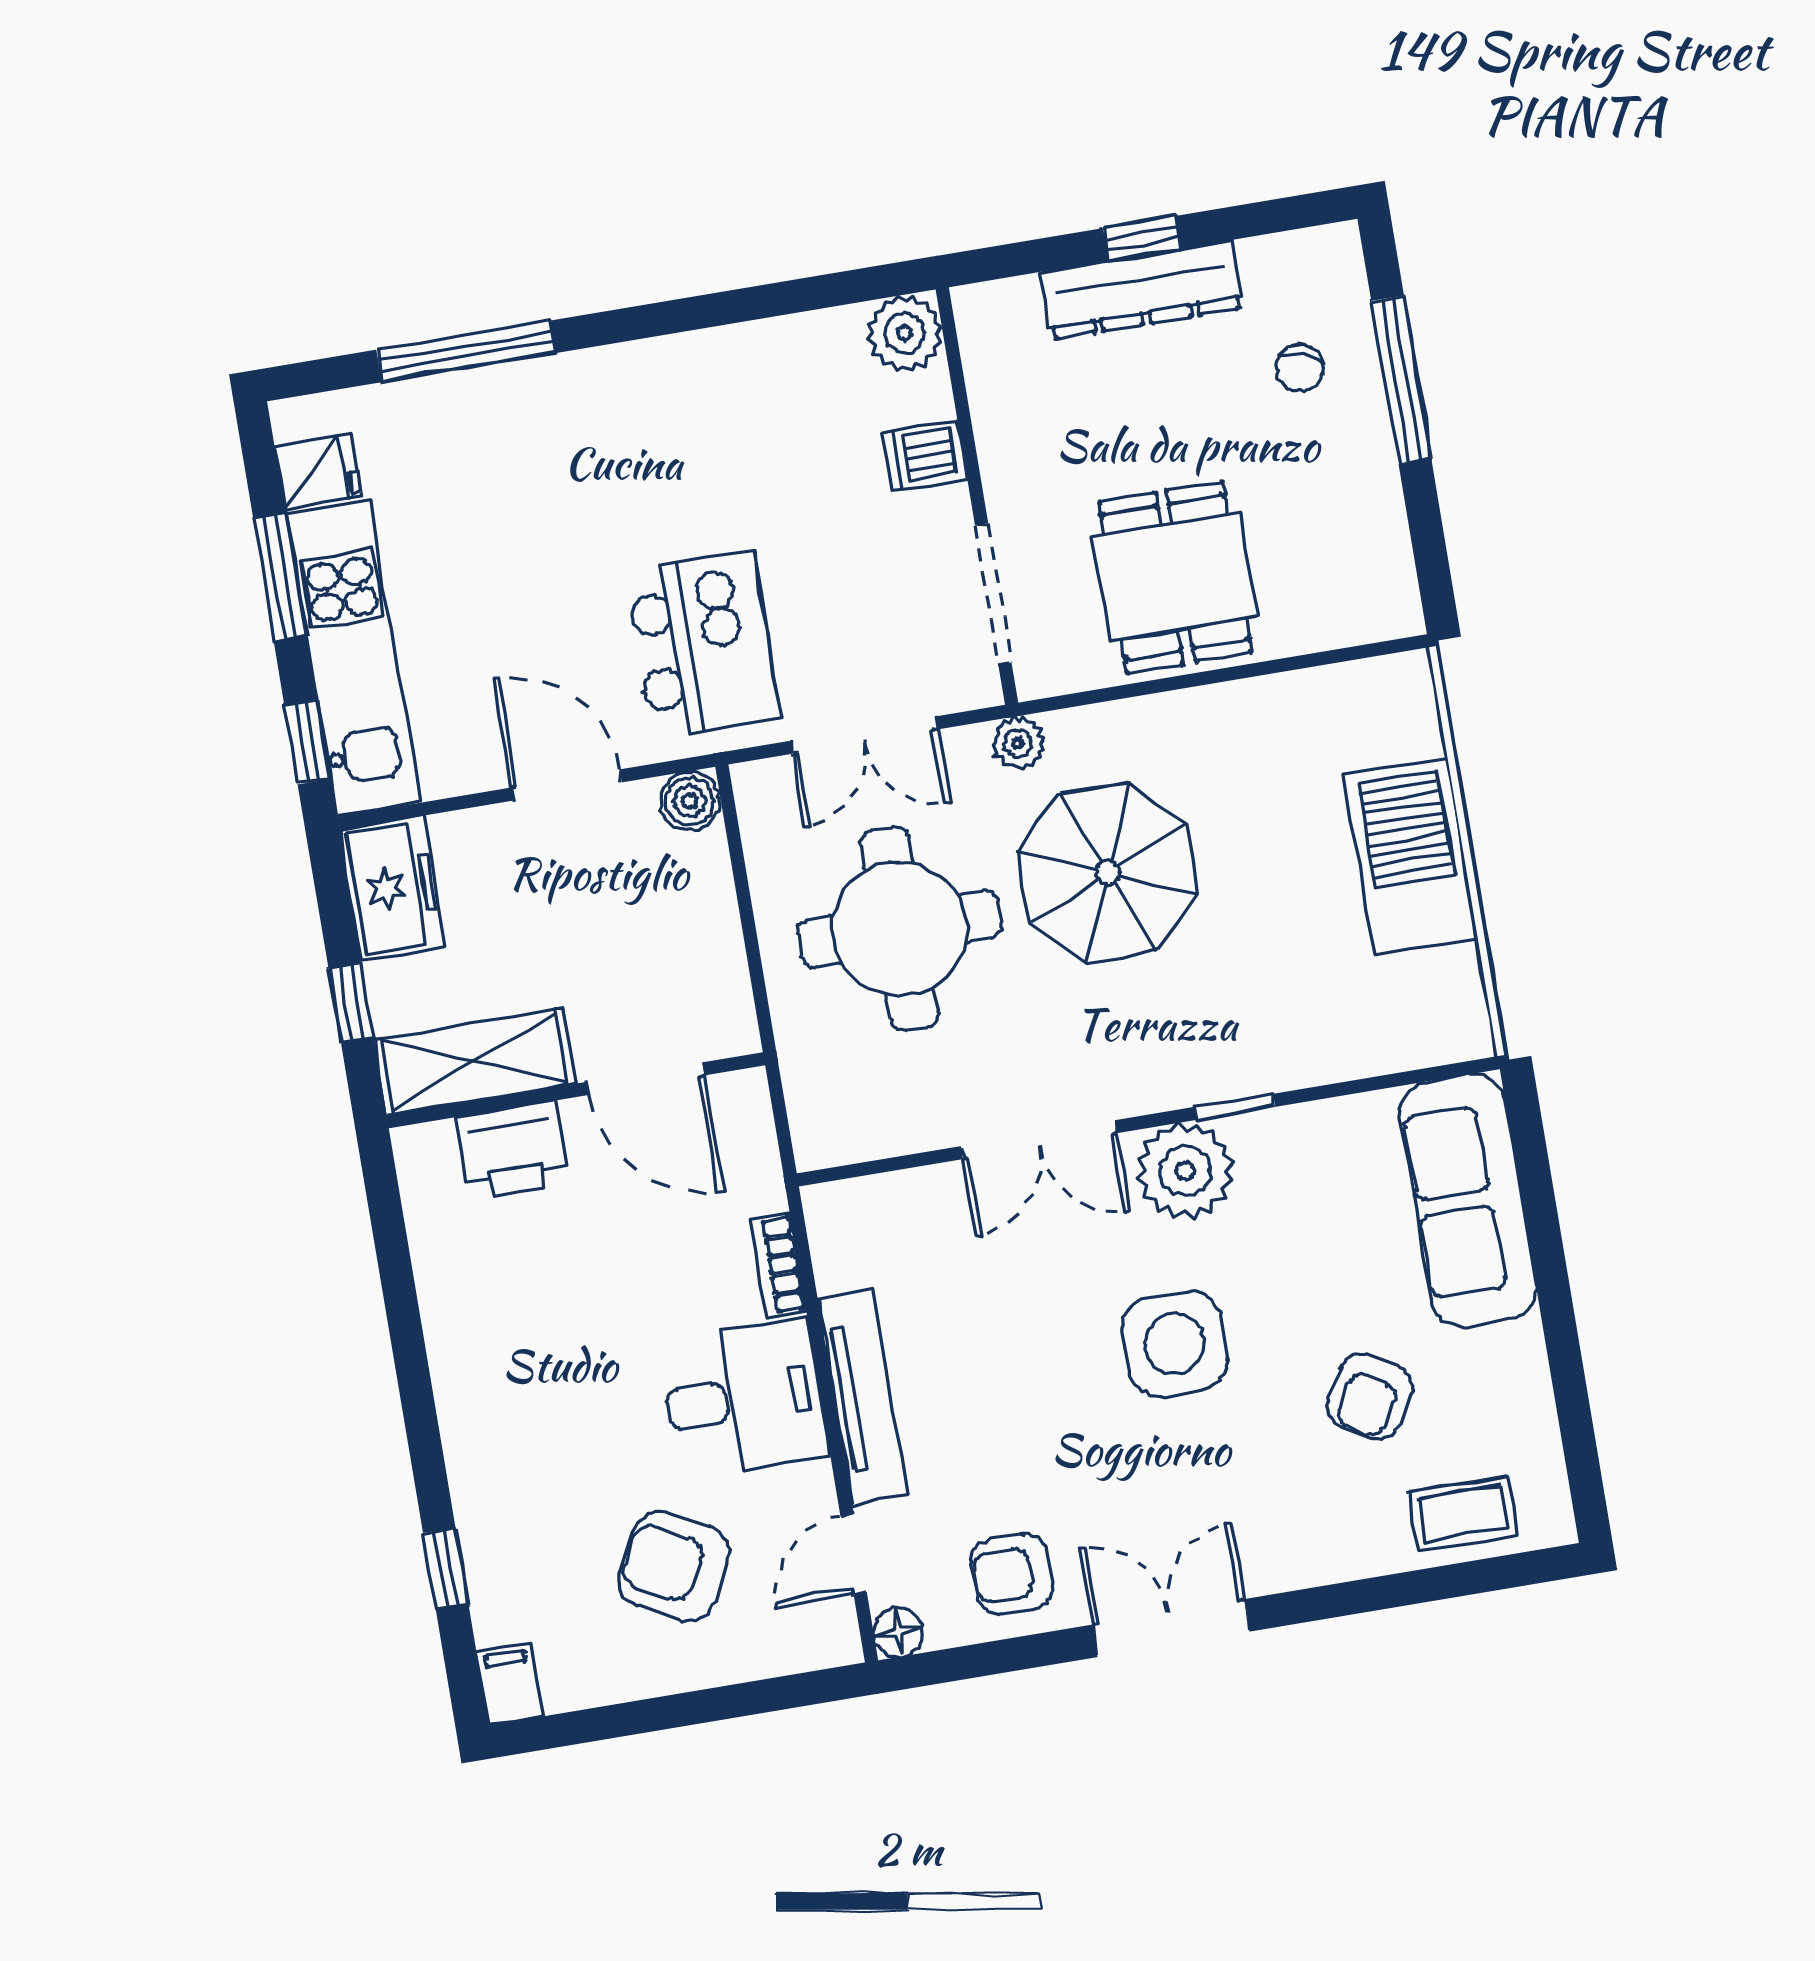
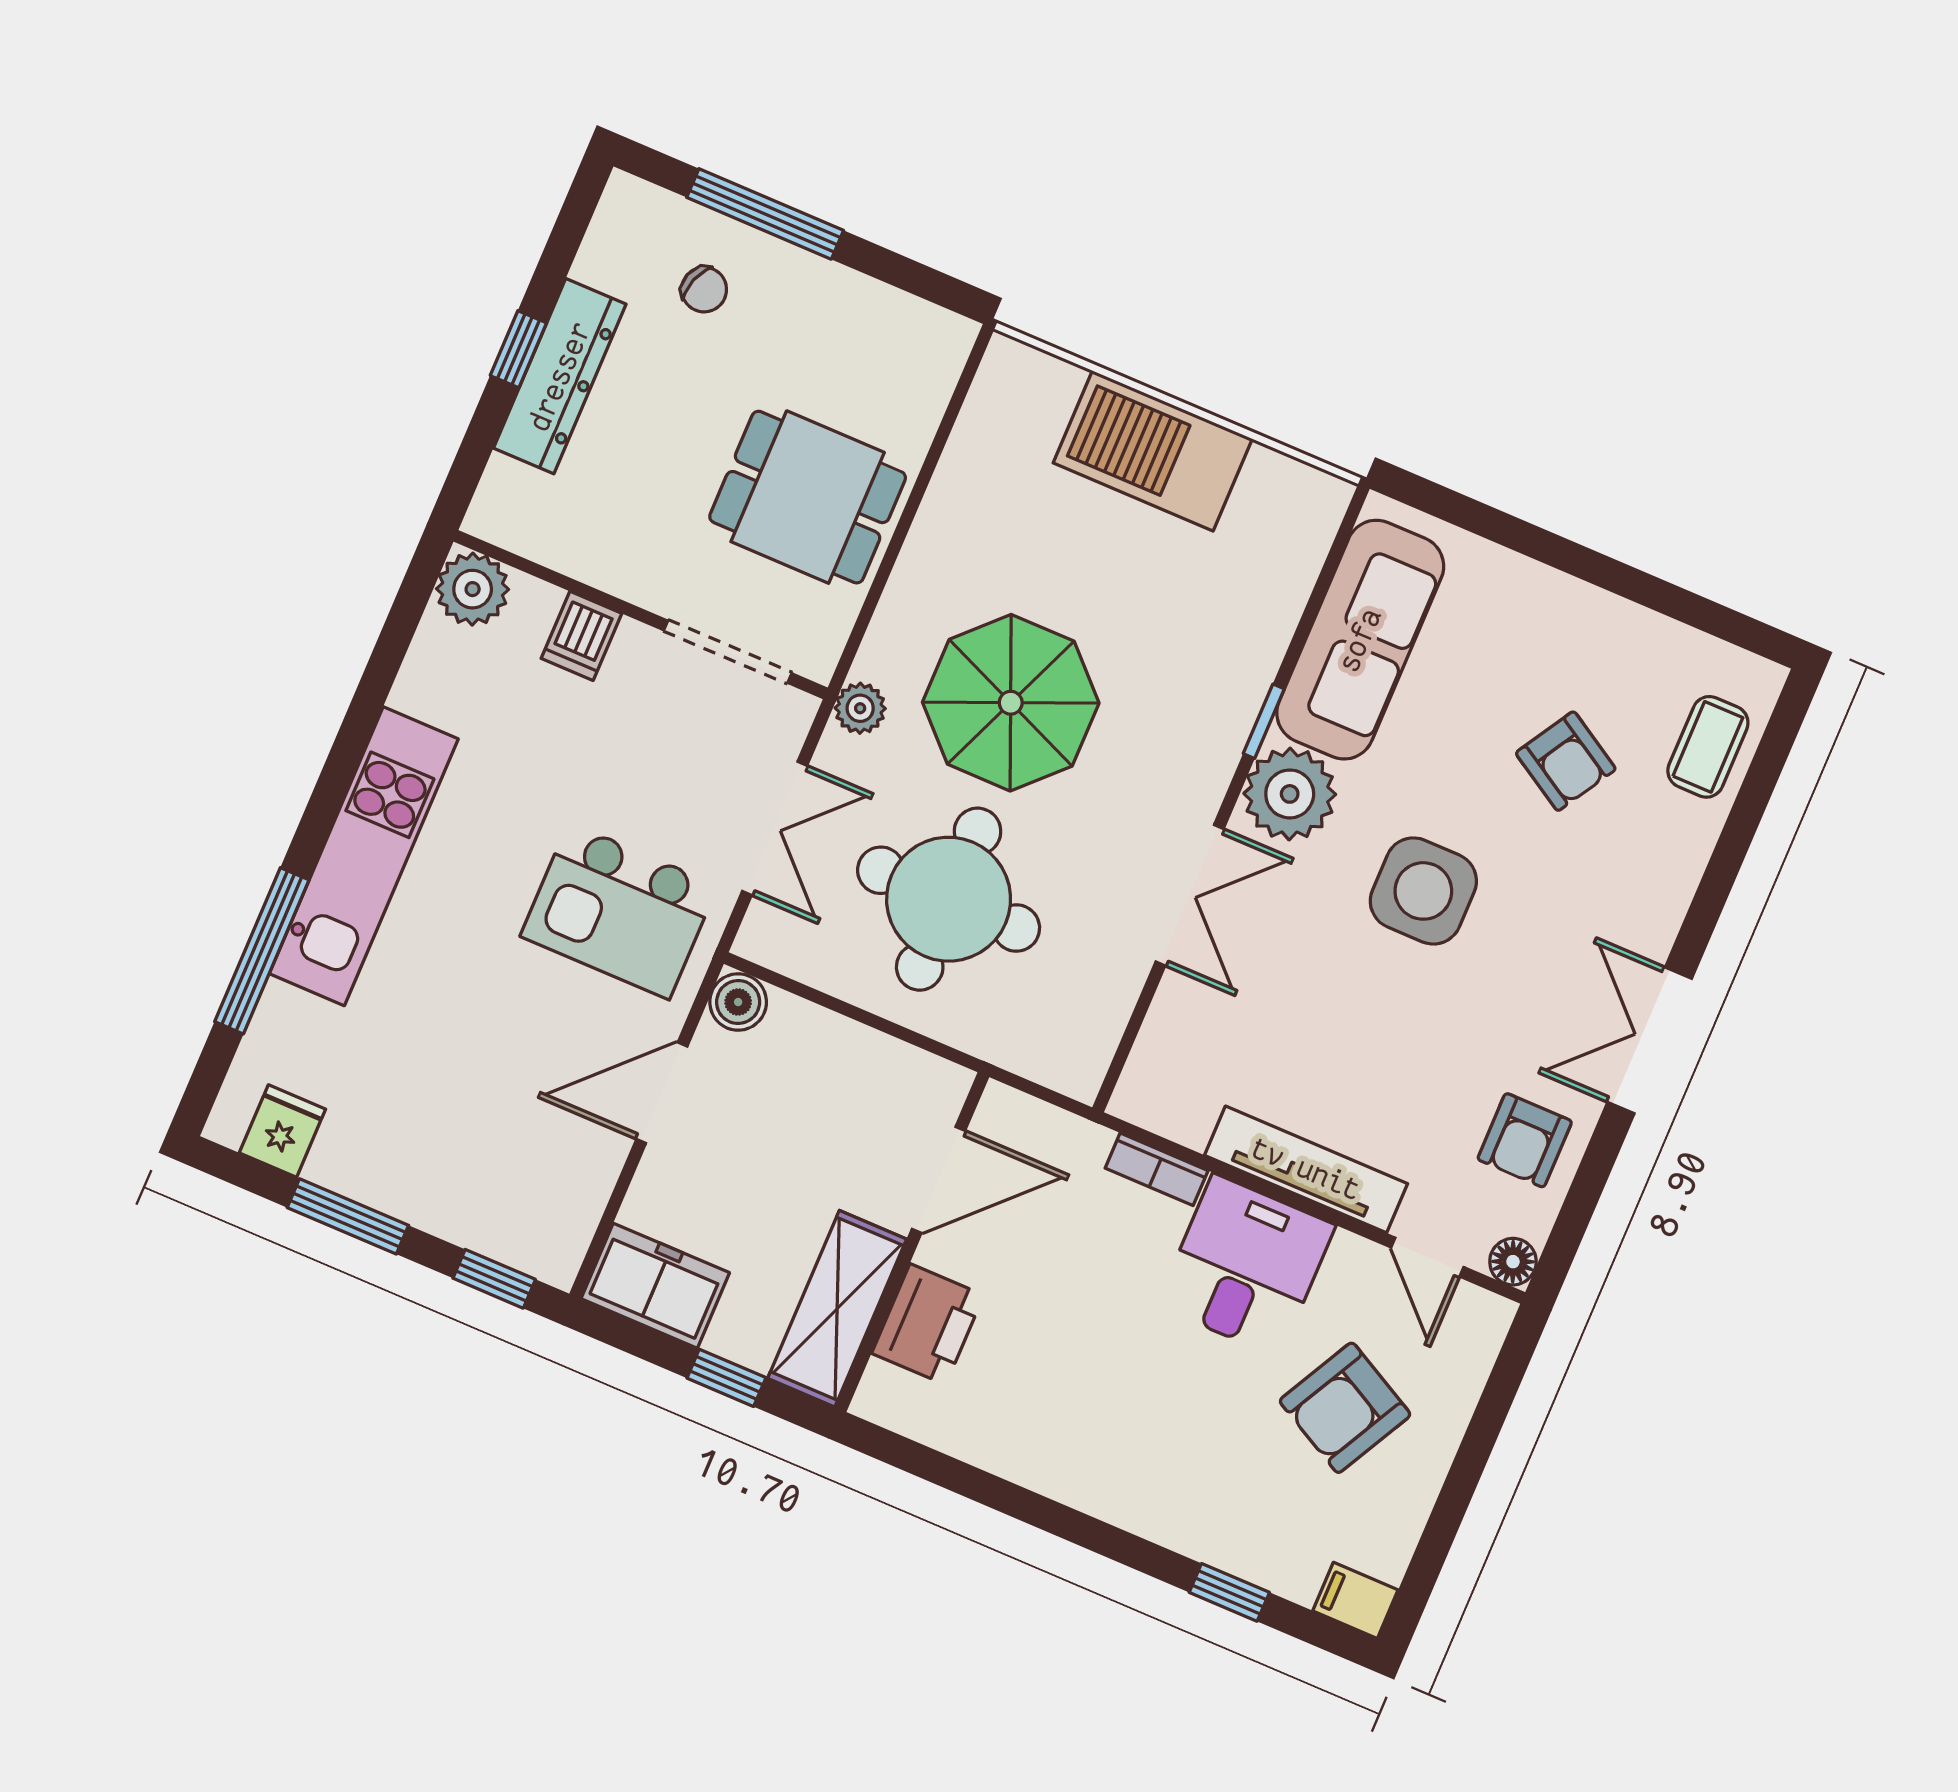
kitchen island: (703, 644) -> (619, 911), turned 180
kitchen unit: (354, 658) -> (364, 856), moved, turned 90
sofa: (1468, 1201) -> (1360, 640), moved, turned -90

